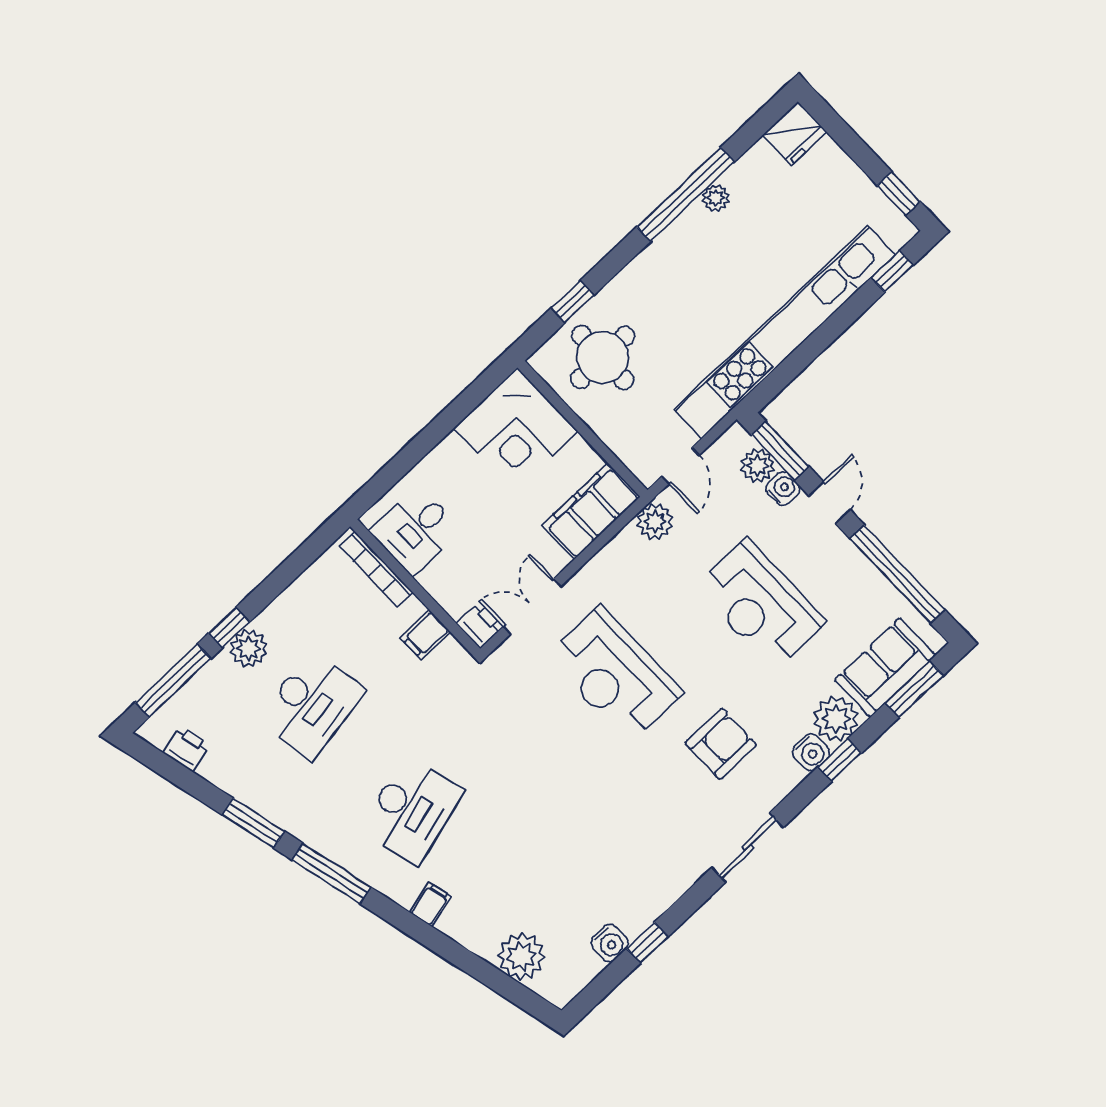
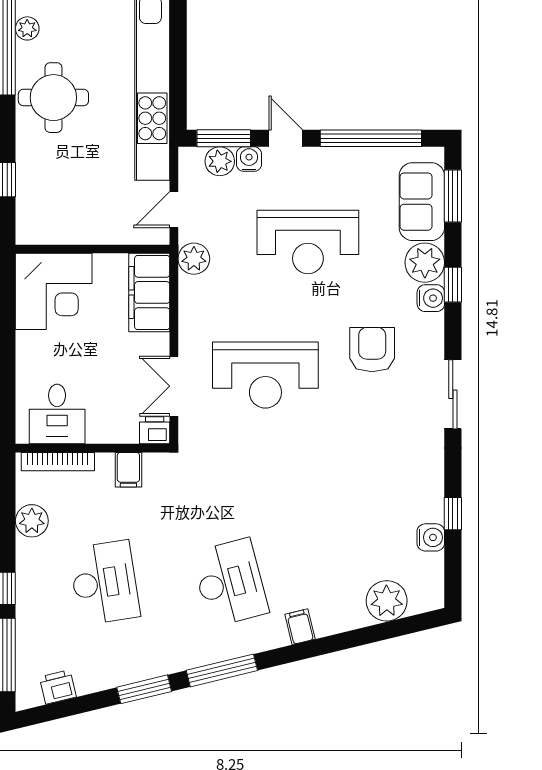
round table: (603, 357) -> (53, 98), moved
door: (680, 466) -> (174, 210), swing flipped
plant: (249, 648) -> (32, 521), moved

